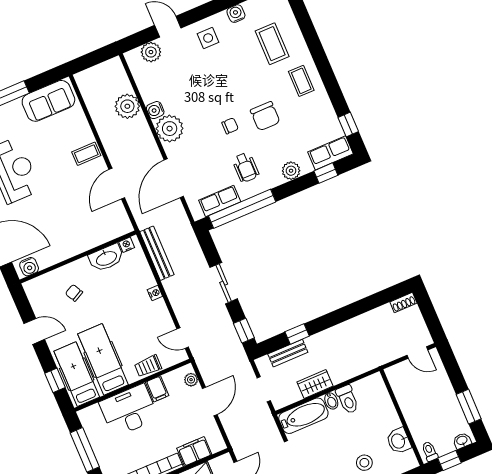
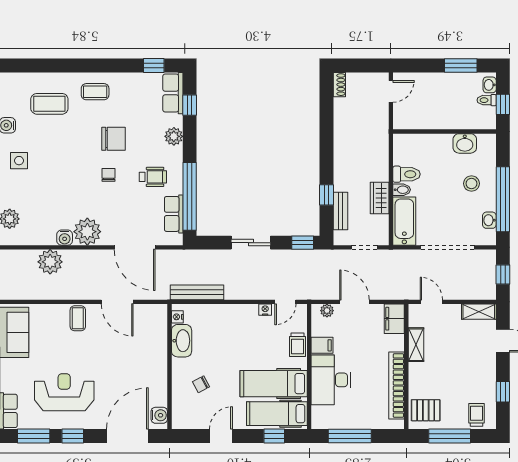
nightstand: (155, 293) -> (265, 310), moved
filing cabinet: (194, 451) -> (394, 319), moved
toilet: (430, 451) -> (487, 100), moved

